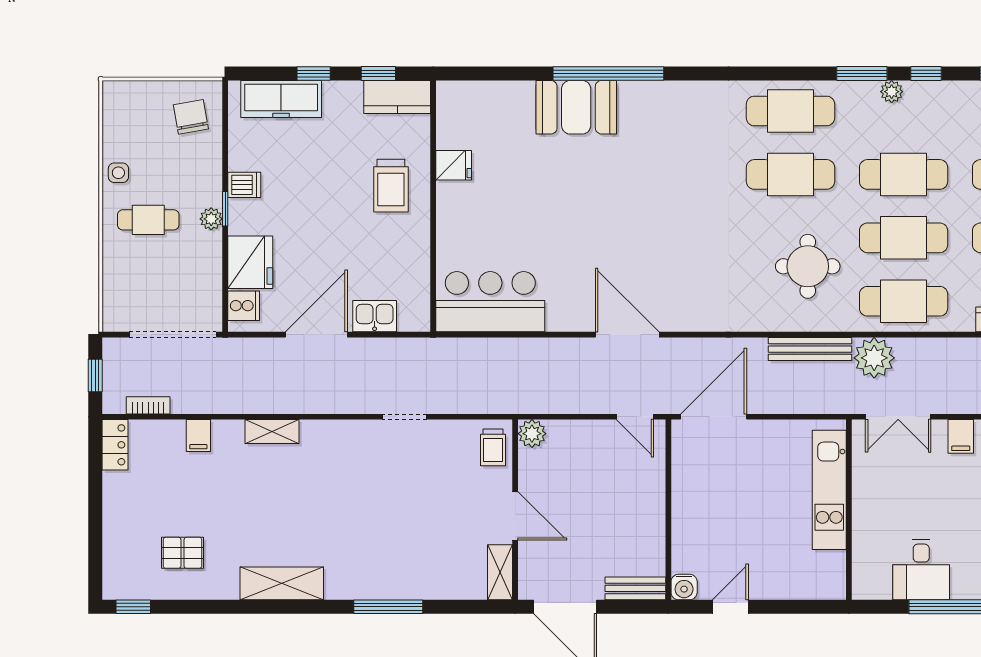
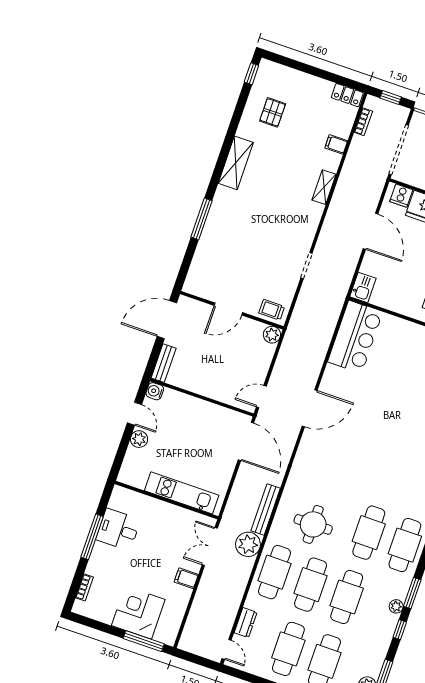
kitchen sink: (375, 316) -> (363, 287), moved
shelving: (500, 572) -> (199, 289), removed
plant: (768, 586) -> (139, 439), added

